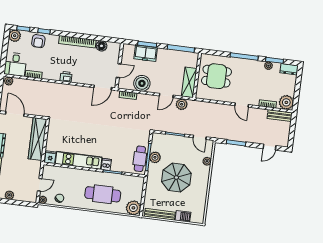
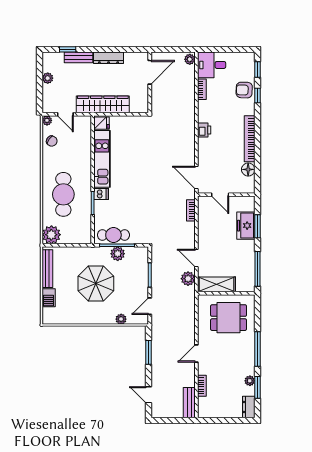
plant: (15, 36) -> (247, 60), removed
dining table: (216, 76) -> (229, 318), turned 90
boiler: (142, 83) -> (208, 226), removed
plant: (286, 102) -> (207, 409), removed
wardrobe: (38, 139) -> (103, 104), moved

